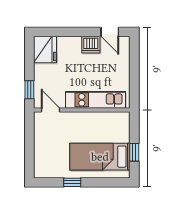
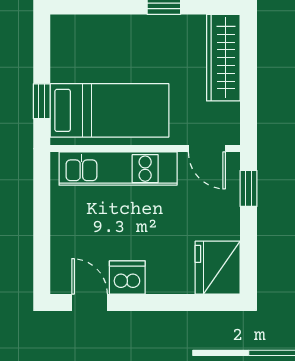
window: (134, 152) -> (42, 101), moved
wardrobe: (42, 156) -> (223, 58), added
bed: (100, 157) -> (109, 110), moved

